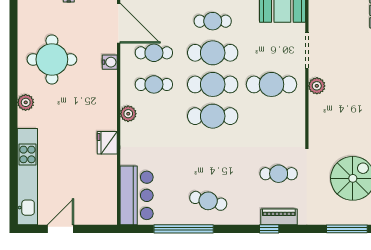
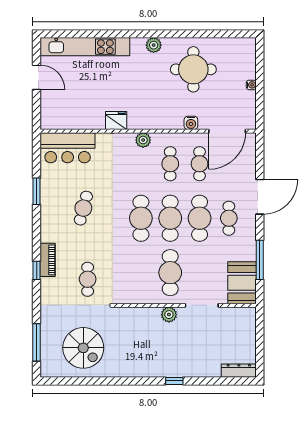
cafe table: (208, 201) -> (83, 208), moved
piano: (279, 217) -> (48, 260), moved
window: (184, 229) -> (37, 191), width x0.47

